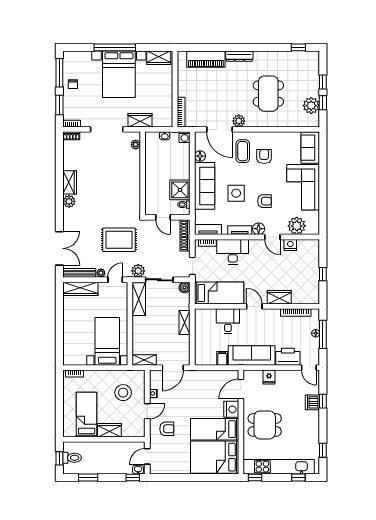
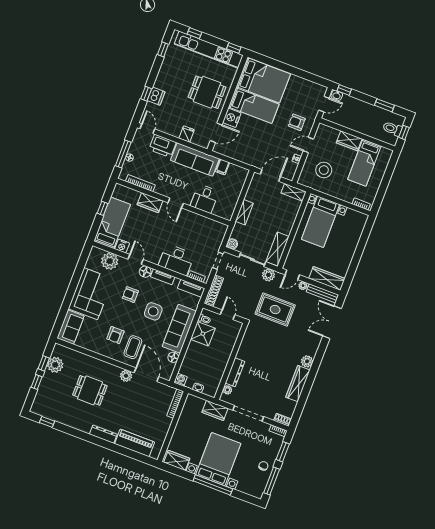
dining table: (268, 94) -> (90, 390), width x0.73
dresser: (135, 164) -> (235, 372), added
wardrobe: (70, 182) -> (298, 384), width x1.50
bed: (219, 293) -> (112, 223), moved, turned 90

